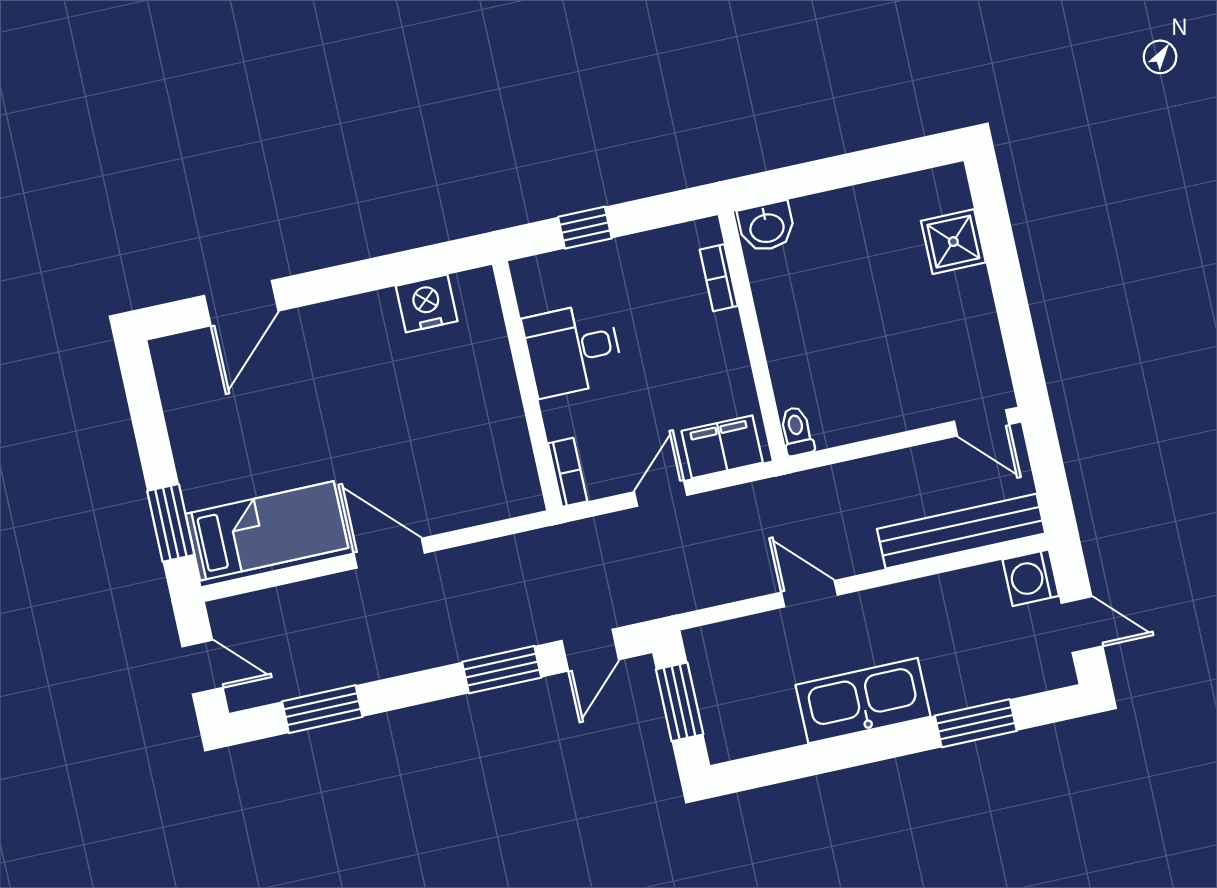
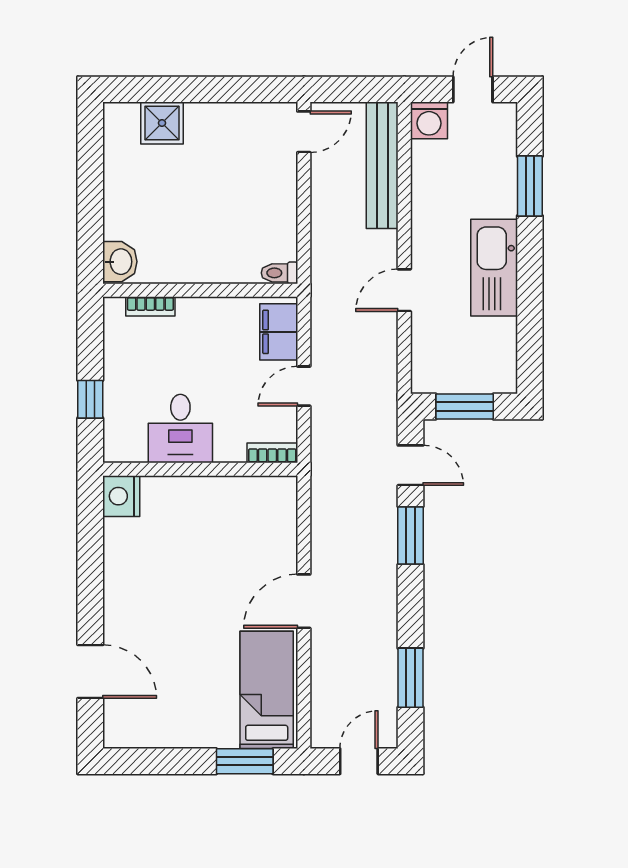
nightstand: (427, 303) -> (121, 496), moved
door: (661, 493) -> (304, 386), hinge flipped

